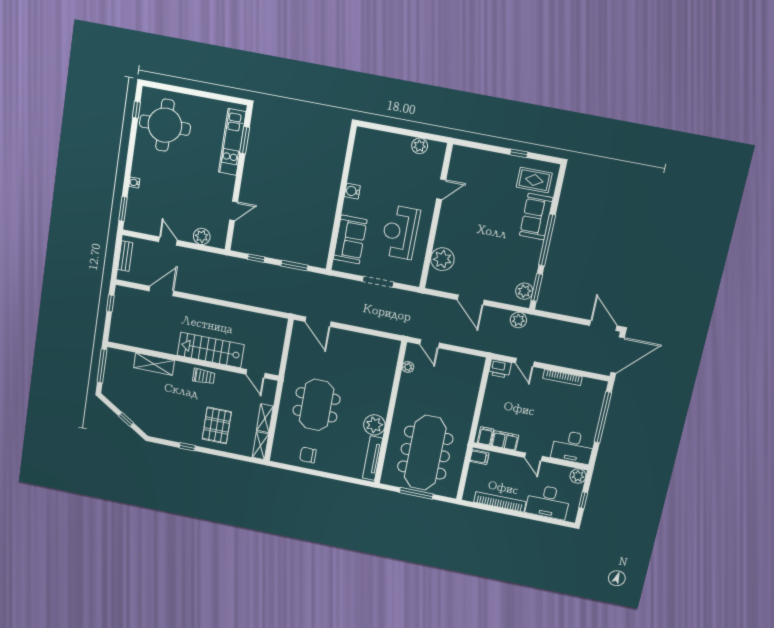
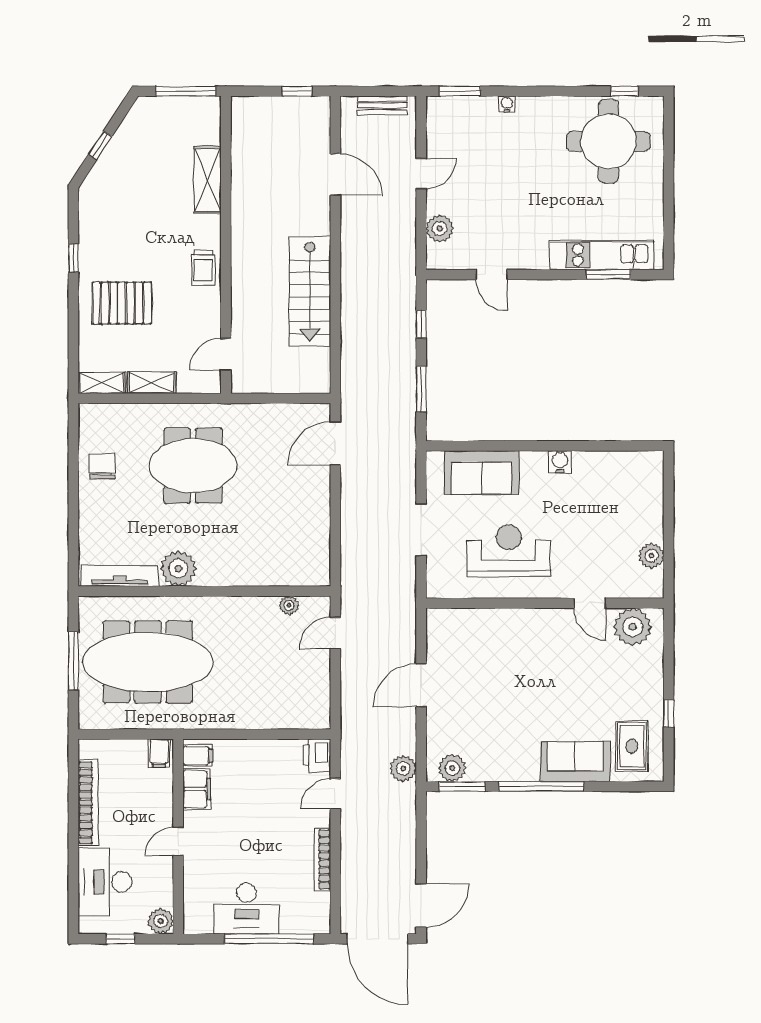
plant: (442, 259) -> (633, 627), moved
stairs: (211, 350) -> (310, 291), moved, turned 180
desk: (573, 447) -> (247, 908), moved, turned -90

